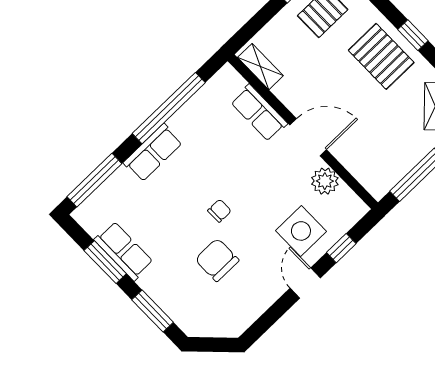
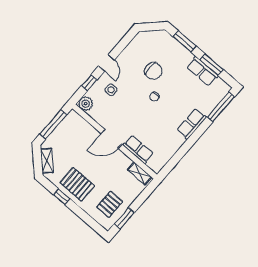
window: (169, 108) -> (185, 148), removed
plant: (325, 181) -> (86, 104), moved
side table: (301, 231) -> (111, 90), width x0.54, depth x0.54

